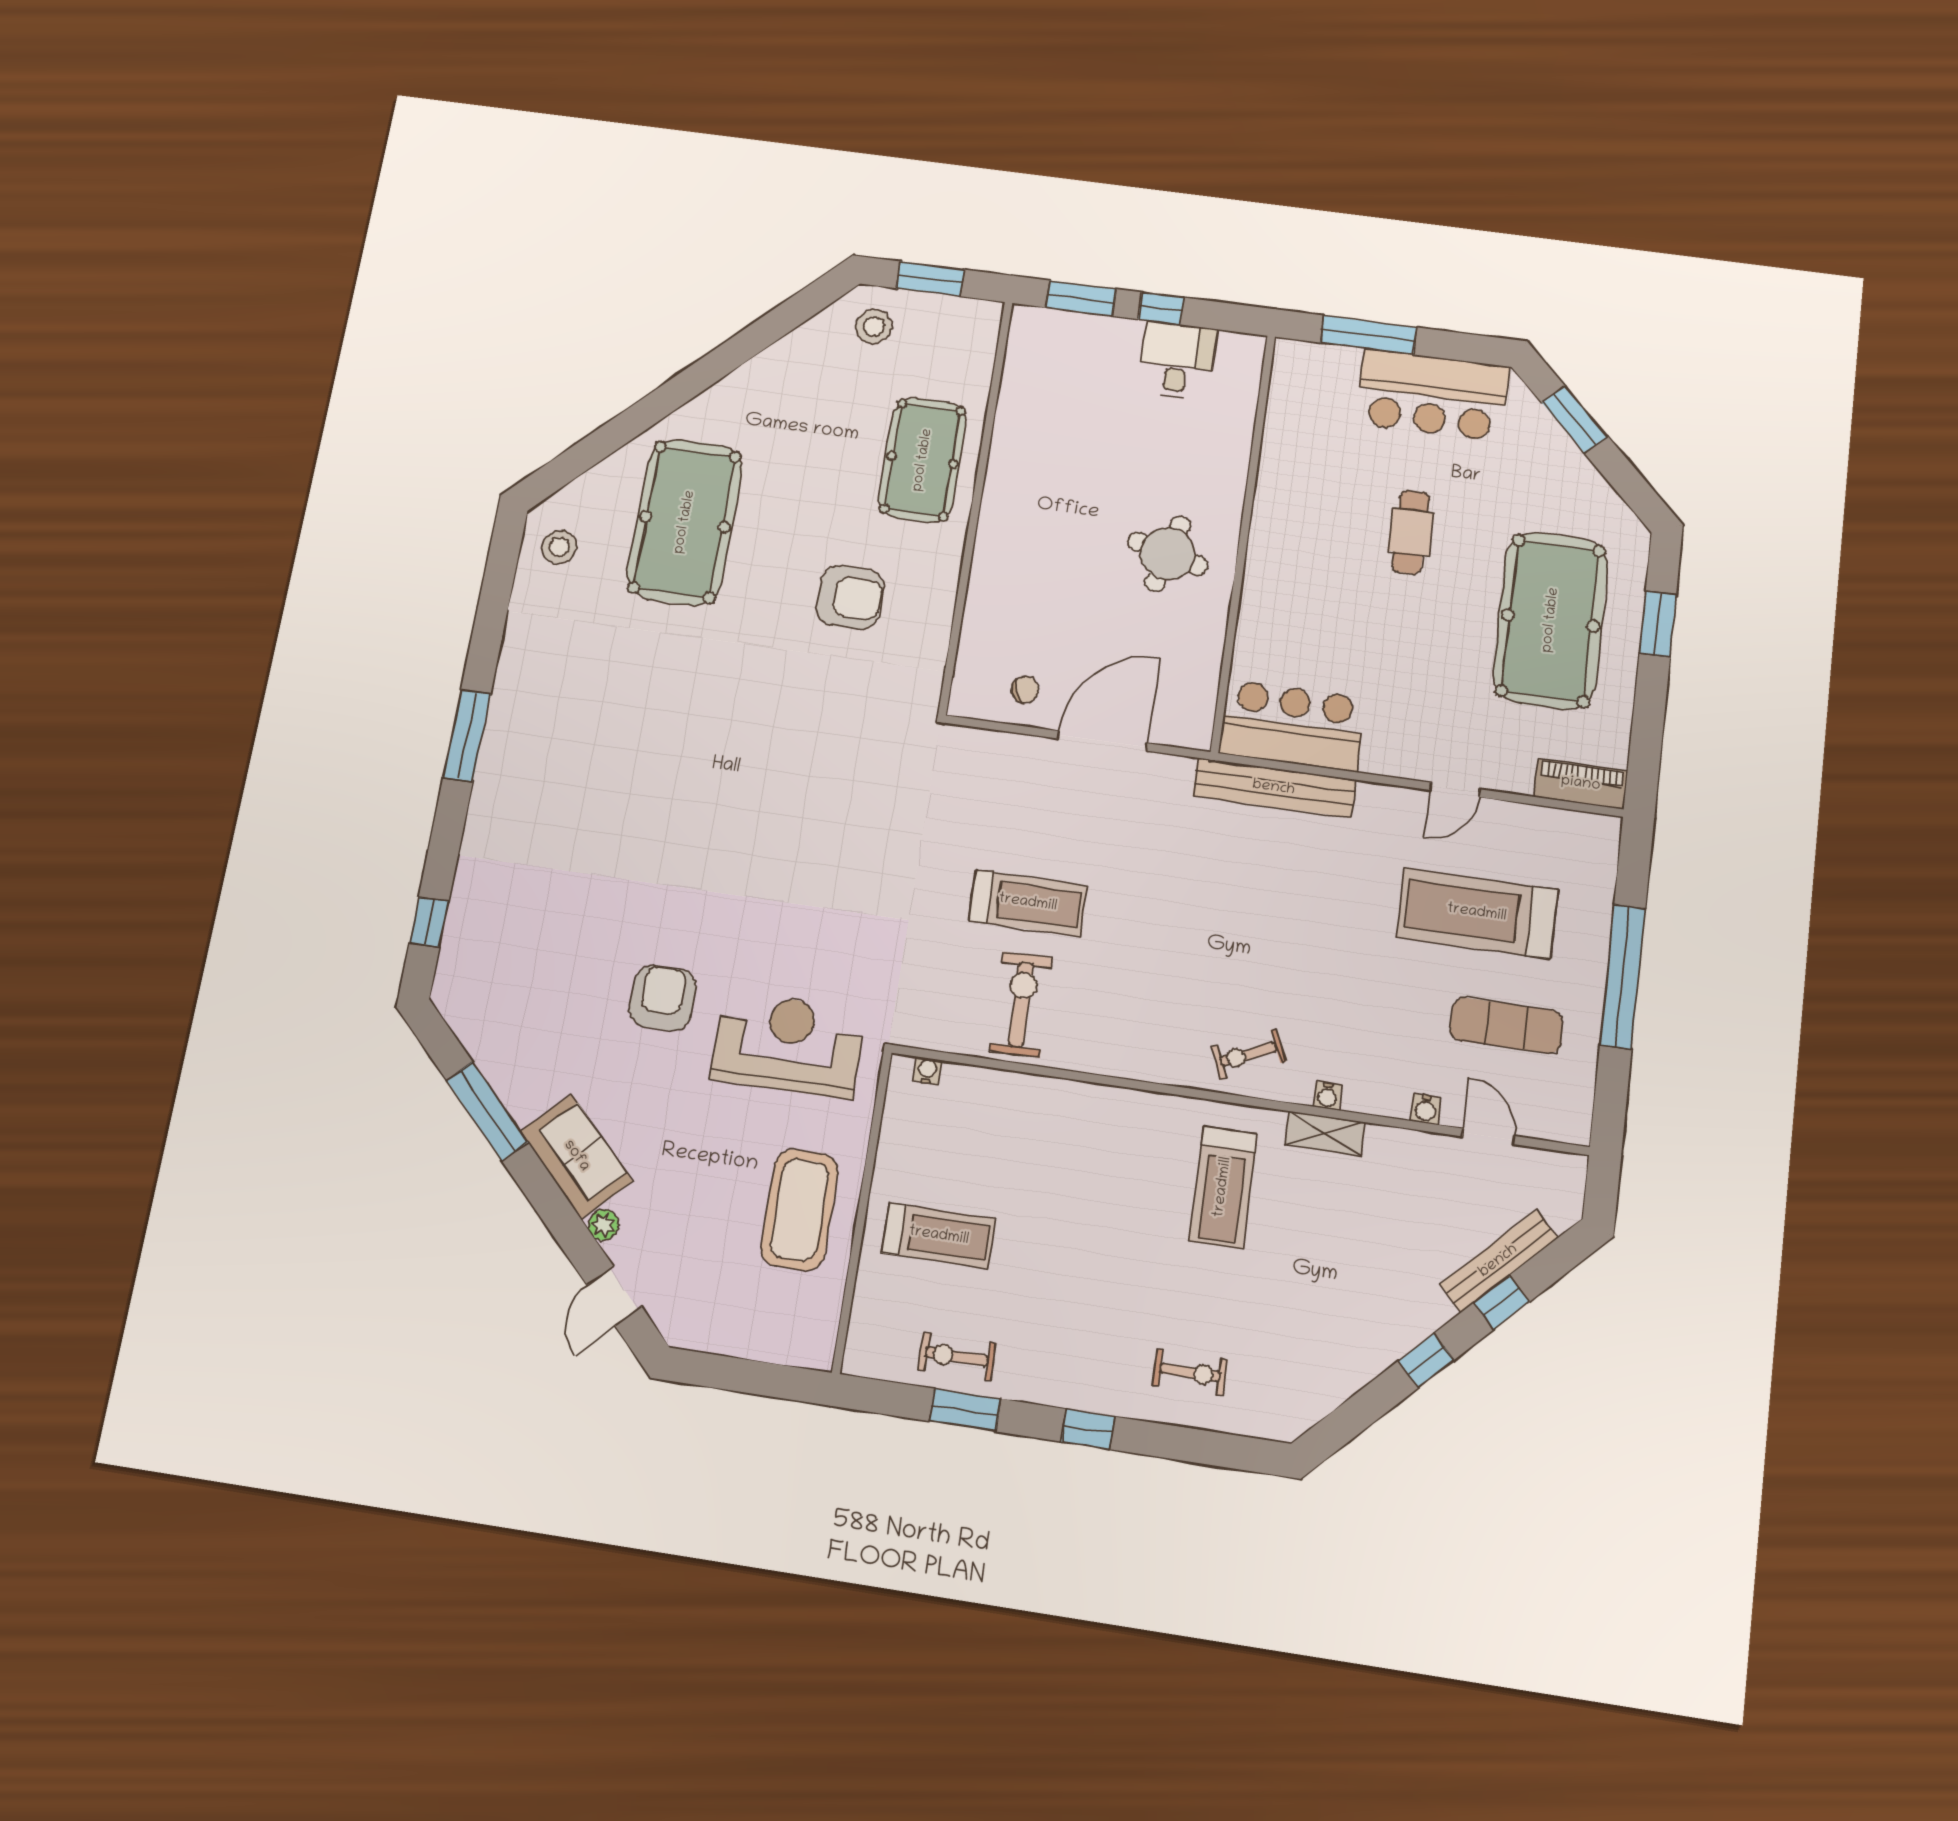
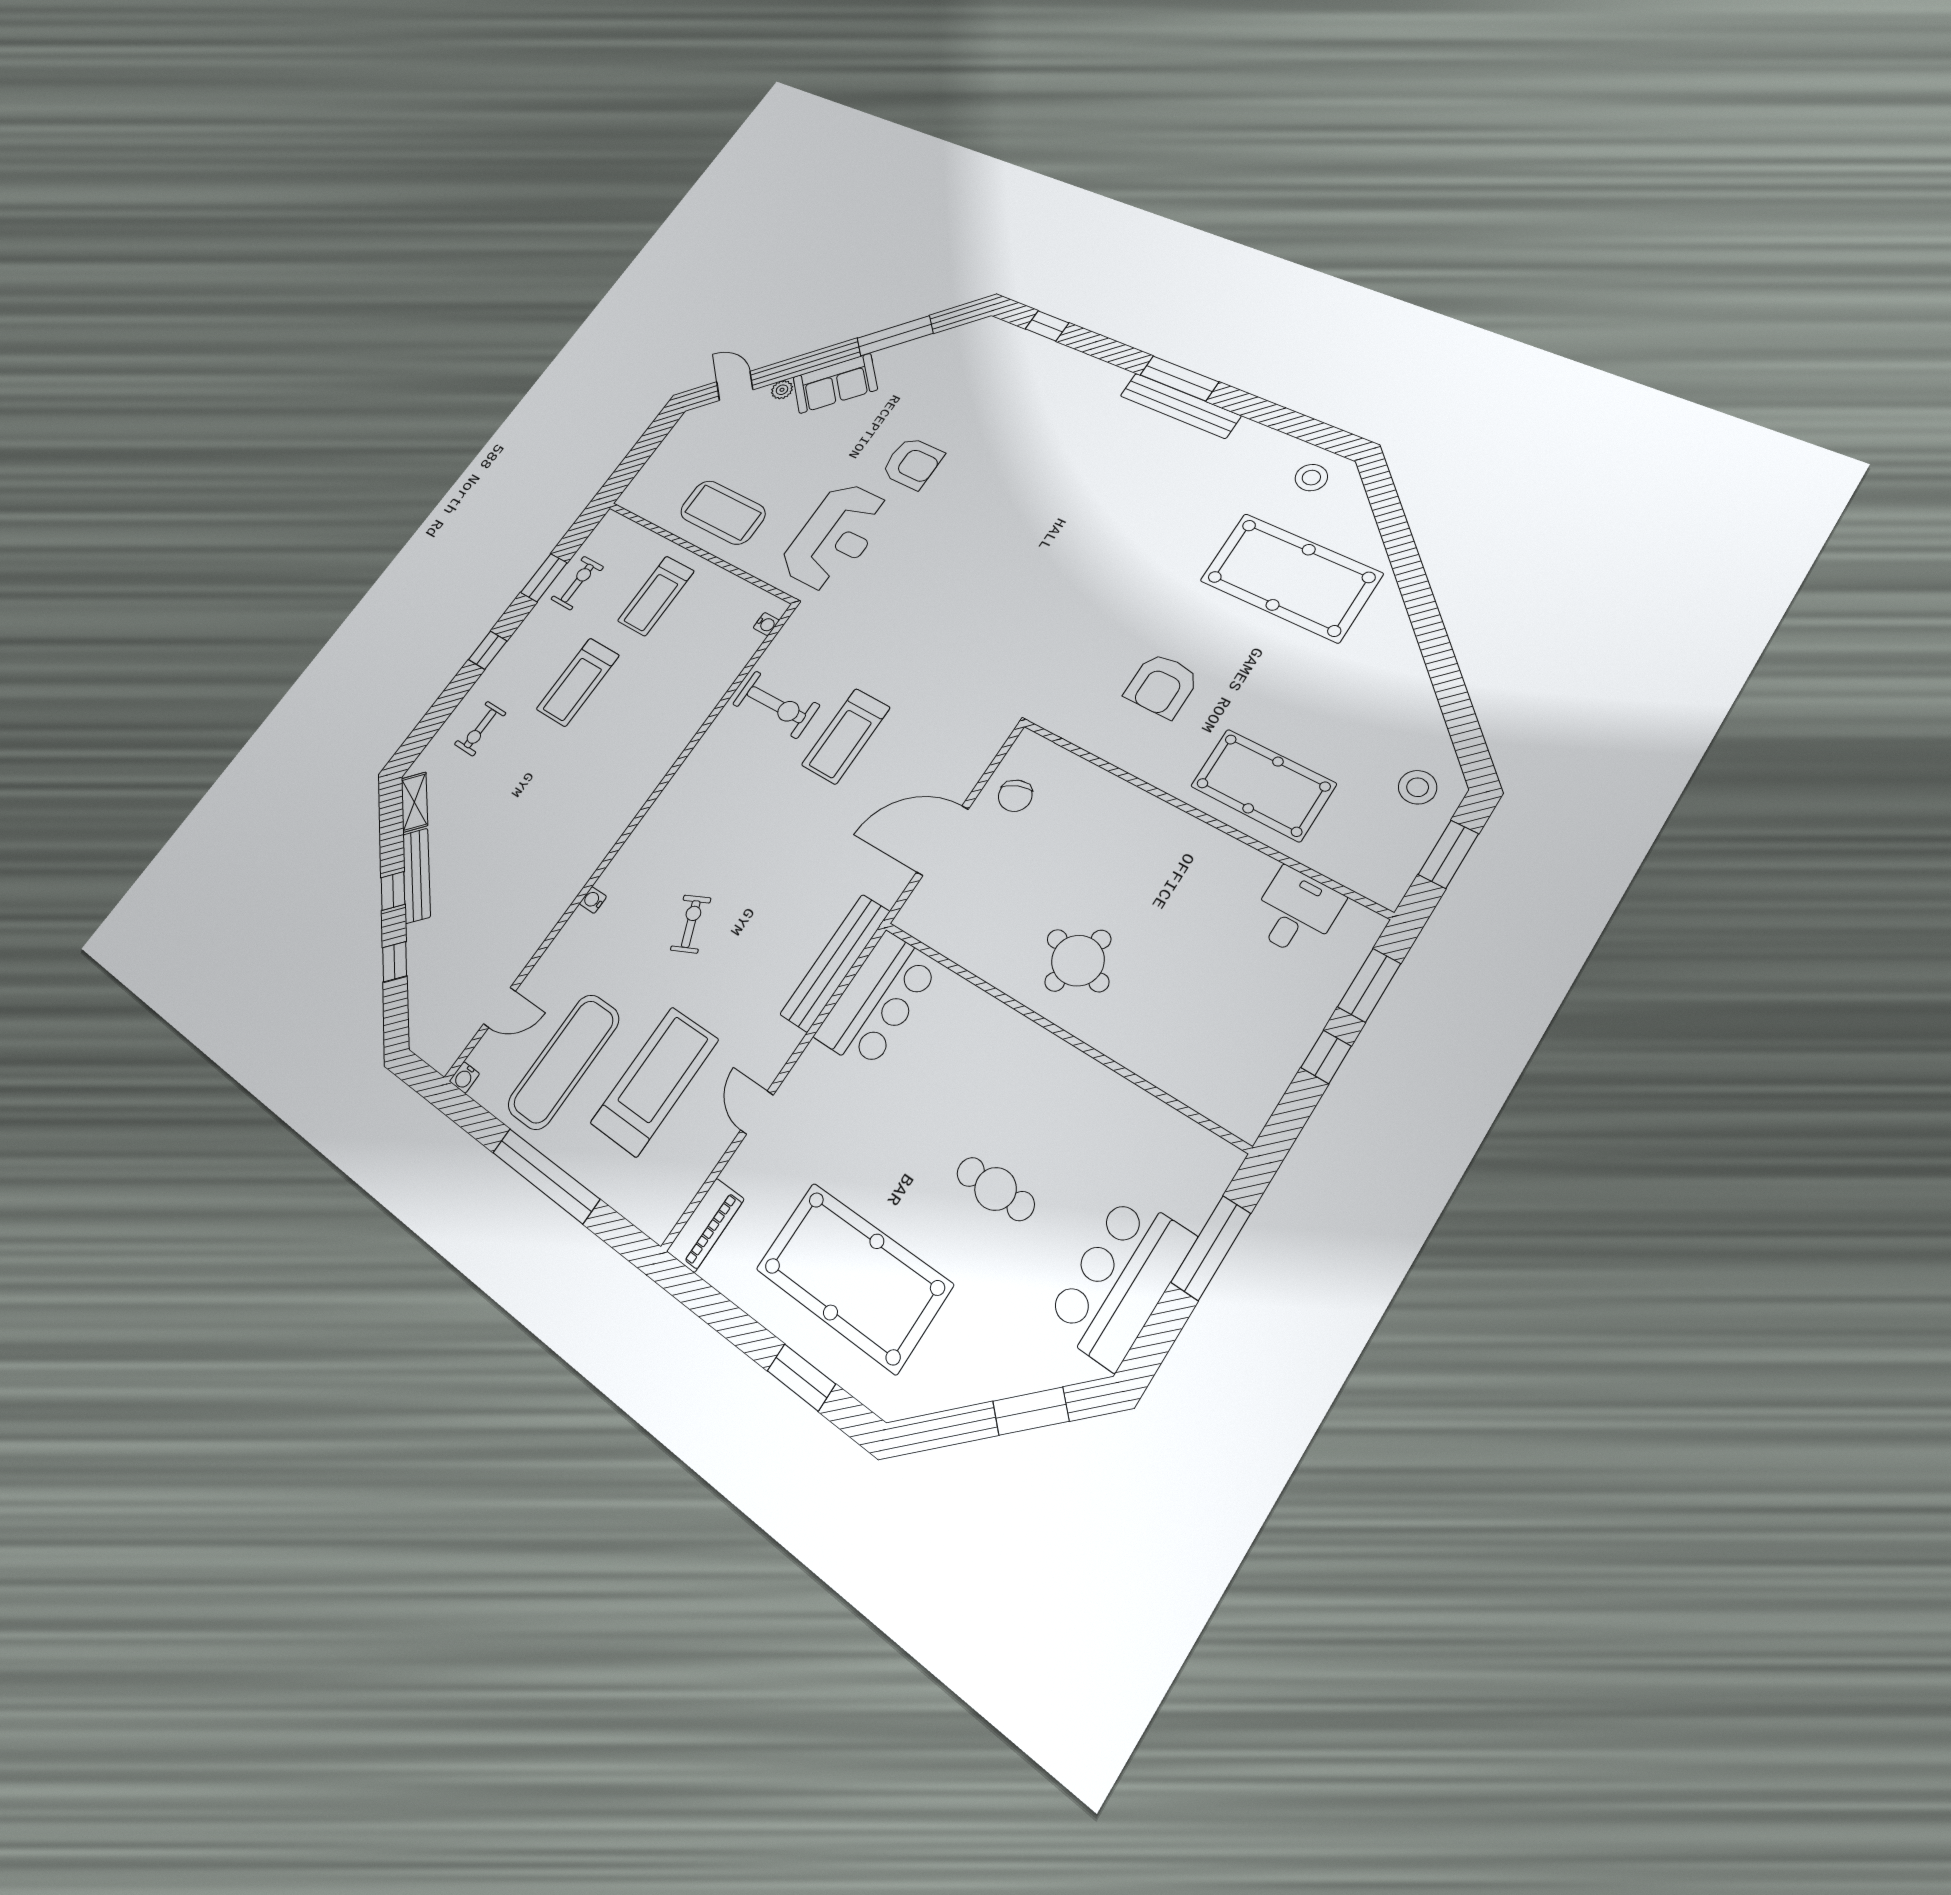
desk: (1177, 360) -> (1296, 912), moved, turned -90
chair: (1025, 690) -> (1015, 796), width x1.37, depth x1.37
bench: (503, 720) -> (1180, 406), added
door: (1102, 741) -> (943, 841), swing flipped
exercise mat: (1507, 1026) -> (564, 1062), width x1.36, depth x1.45
exercise bike: (1248, 1054) -> (691, 924), moved
water cooler: (1425, 1109) -> (464, 1077), moved, turned -90
shelving: (1325, 1134) -> (414, 802), moved, turned -45
treadmill: (1223, 1187) -> (578, 682), moved, turned -90
bench: (1499, 1261) -> (417, 875), moved

